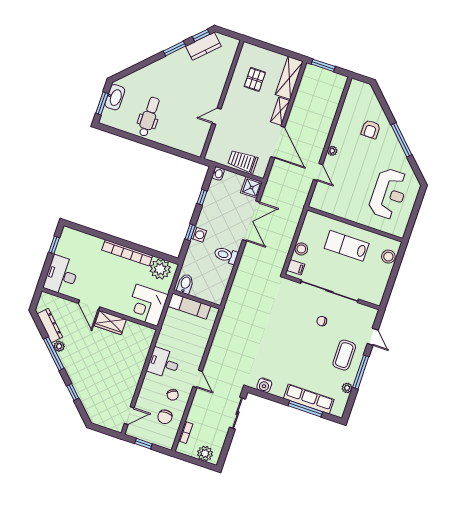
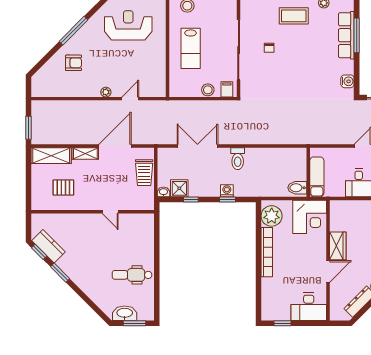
shower: (252, 187) -> (179, 188), moved
bidet: (185, 284) -> (297, 188), moved
wall: (196, 299) -> (308, 172), moved
exam couch: (189, 306) -> (317, 177), moved

